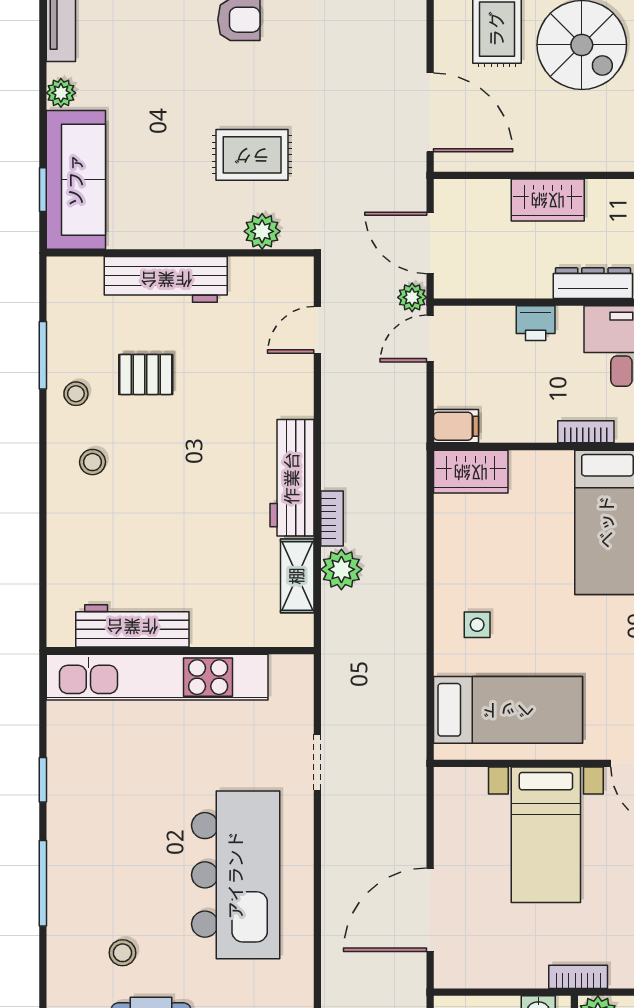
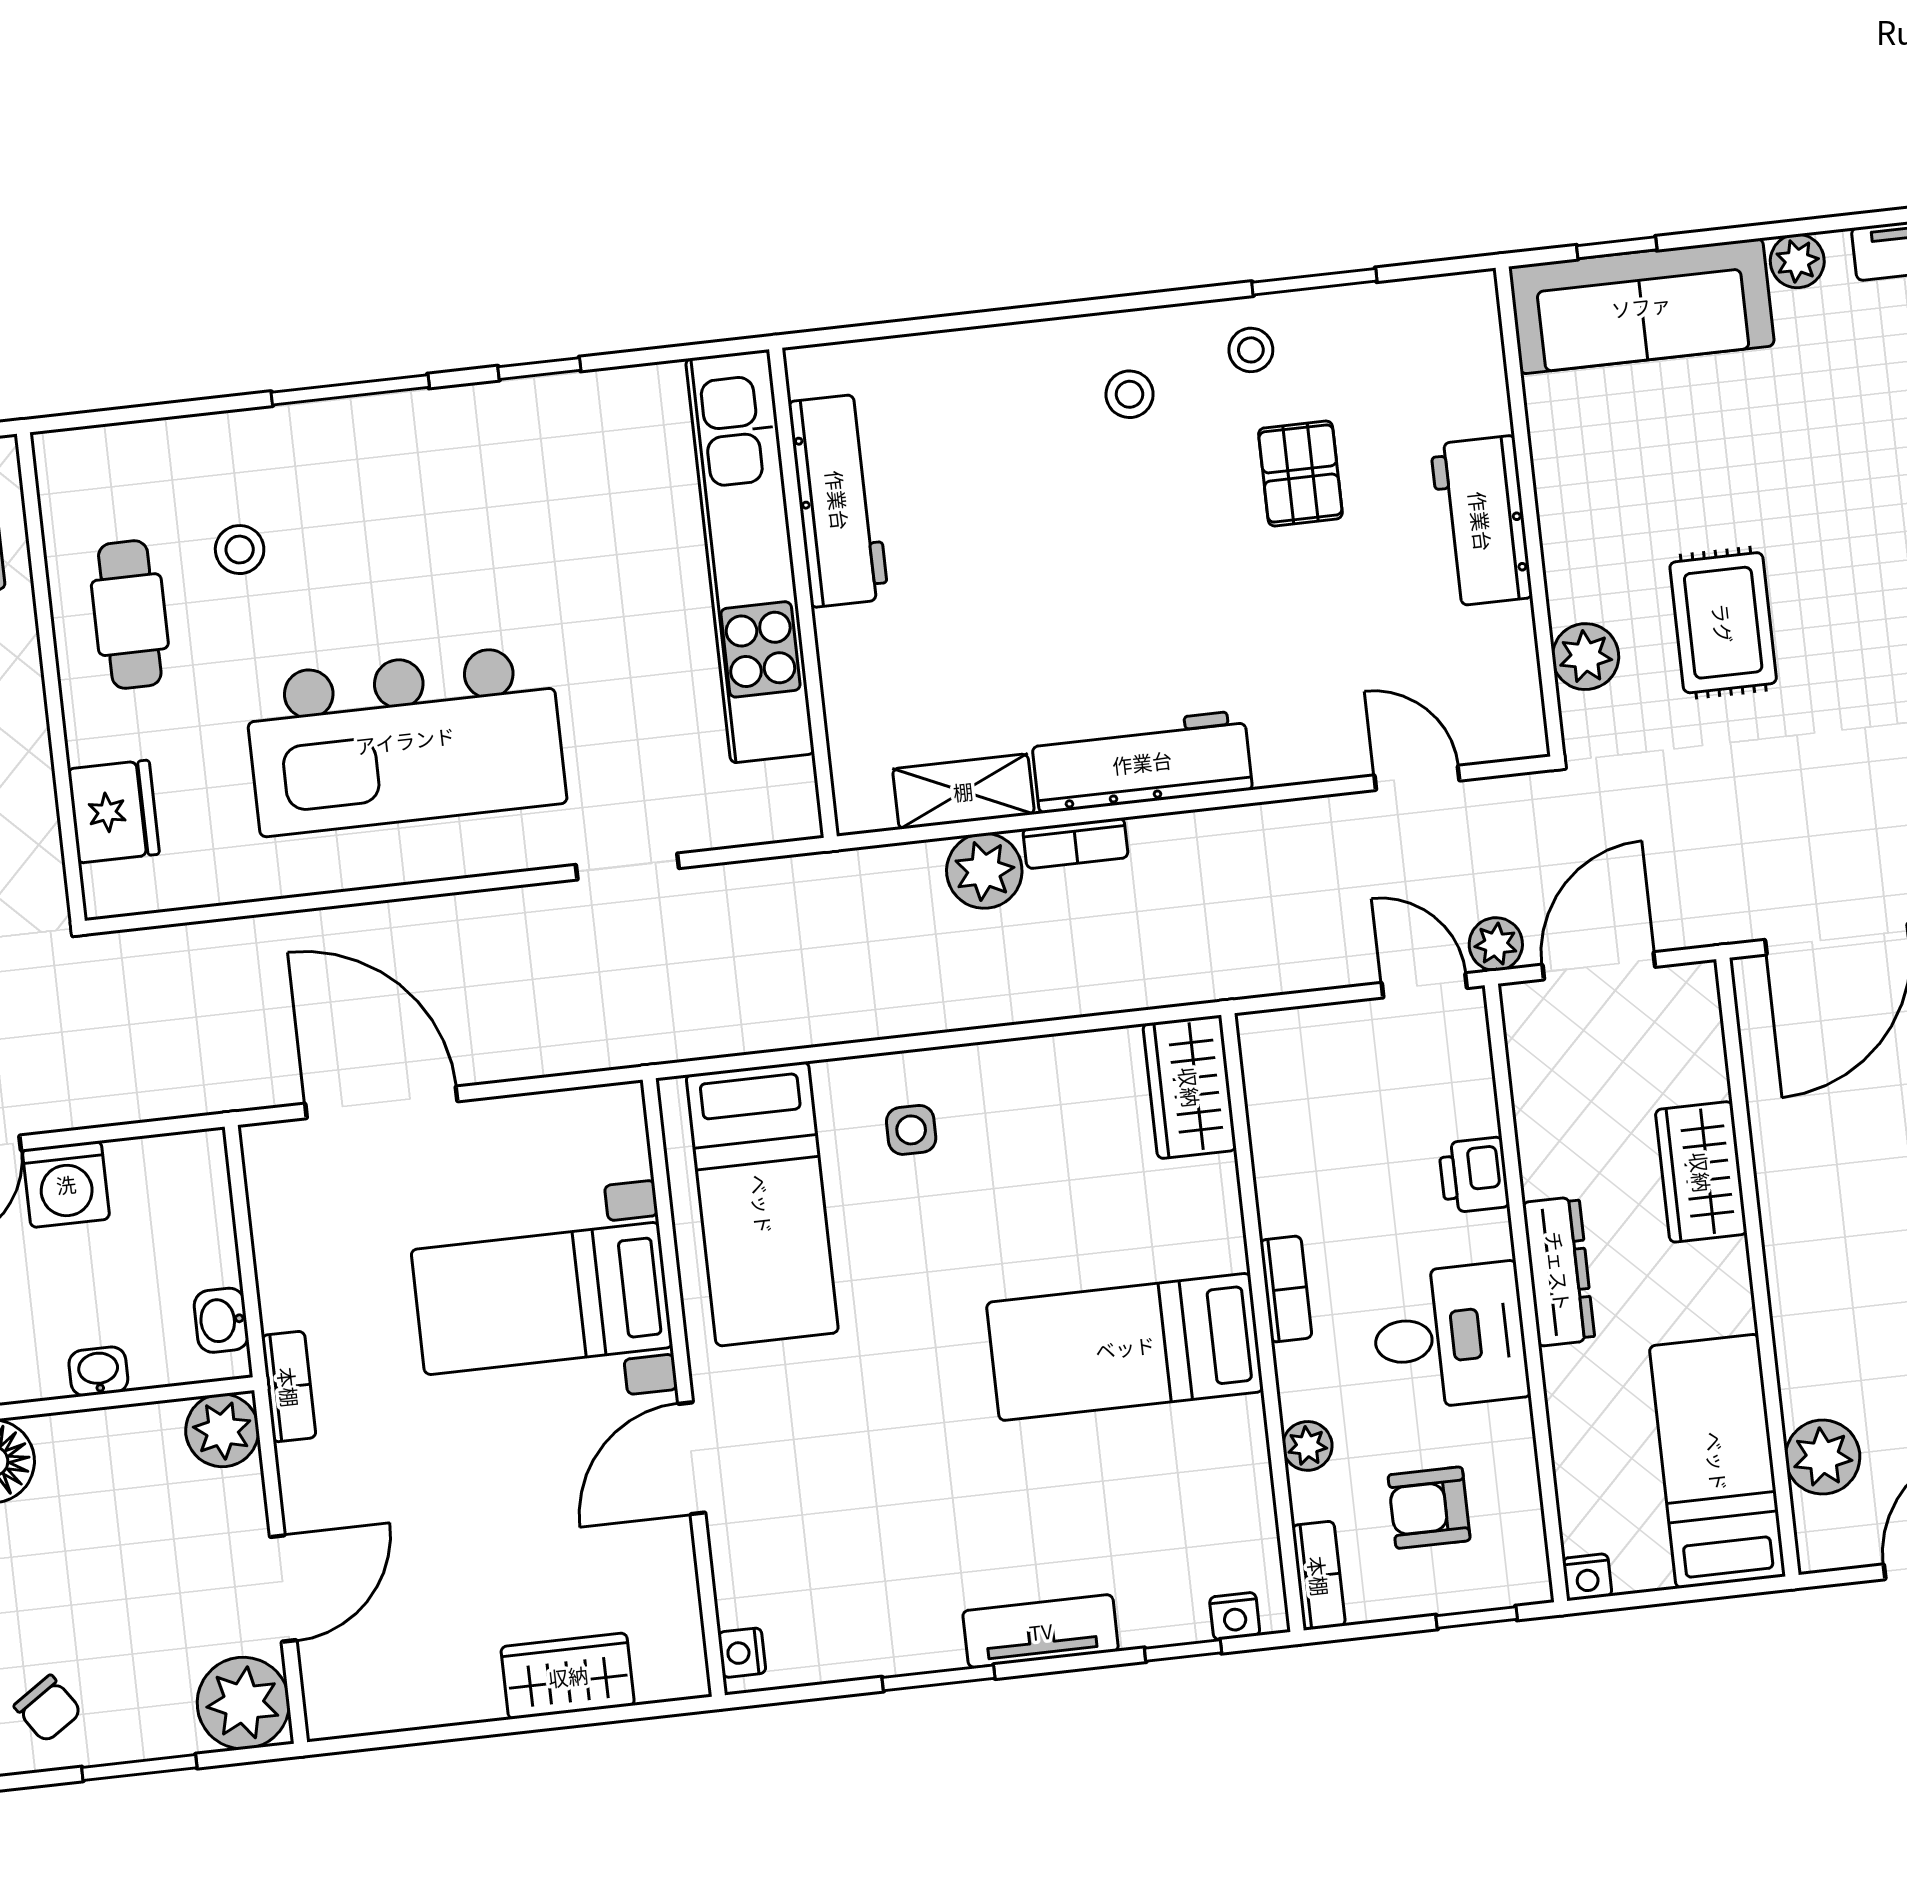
workbench: (166, 279) -> (1481, 521), width x0.73
filing cabinet: (456, 426) -> (1269, 1051), removed

